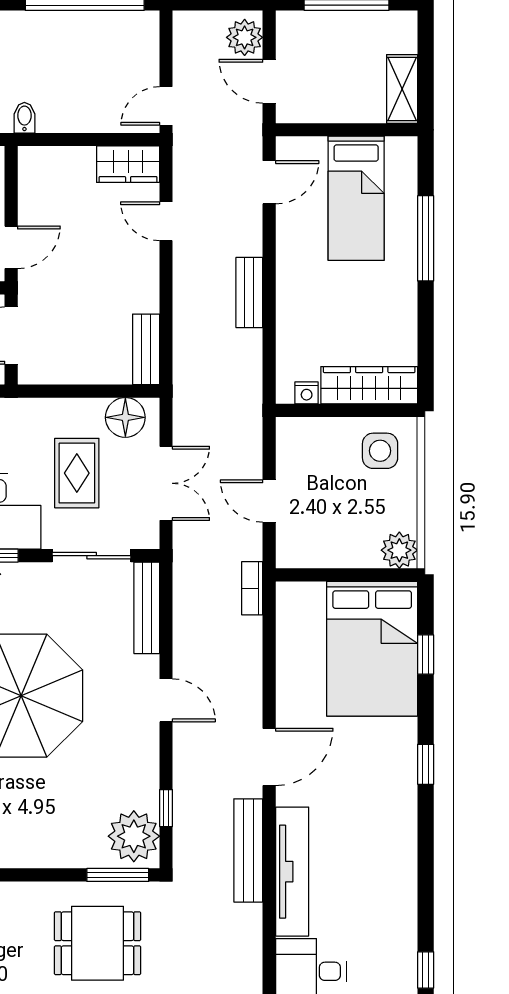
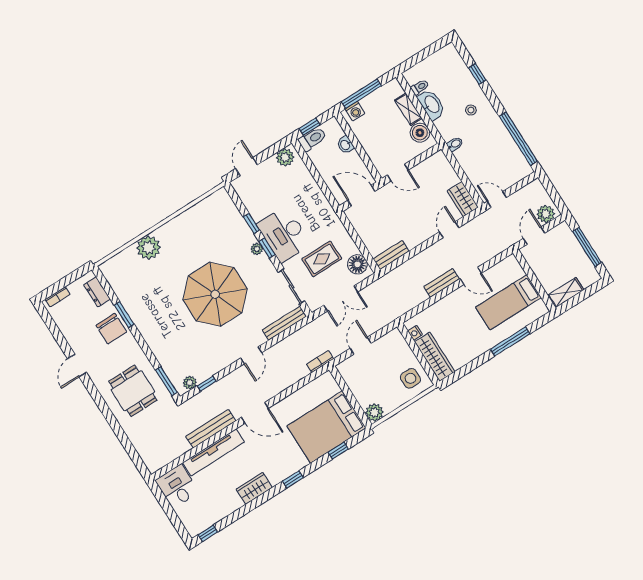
door: (269, 182) -> (471, 276), moved
plant: (134, 836) -> (190, 383), width x0.53, depth x0.53
wardrobe: (399, 841) -> (254, 488), added

